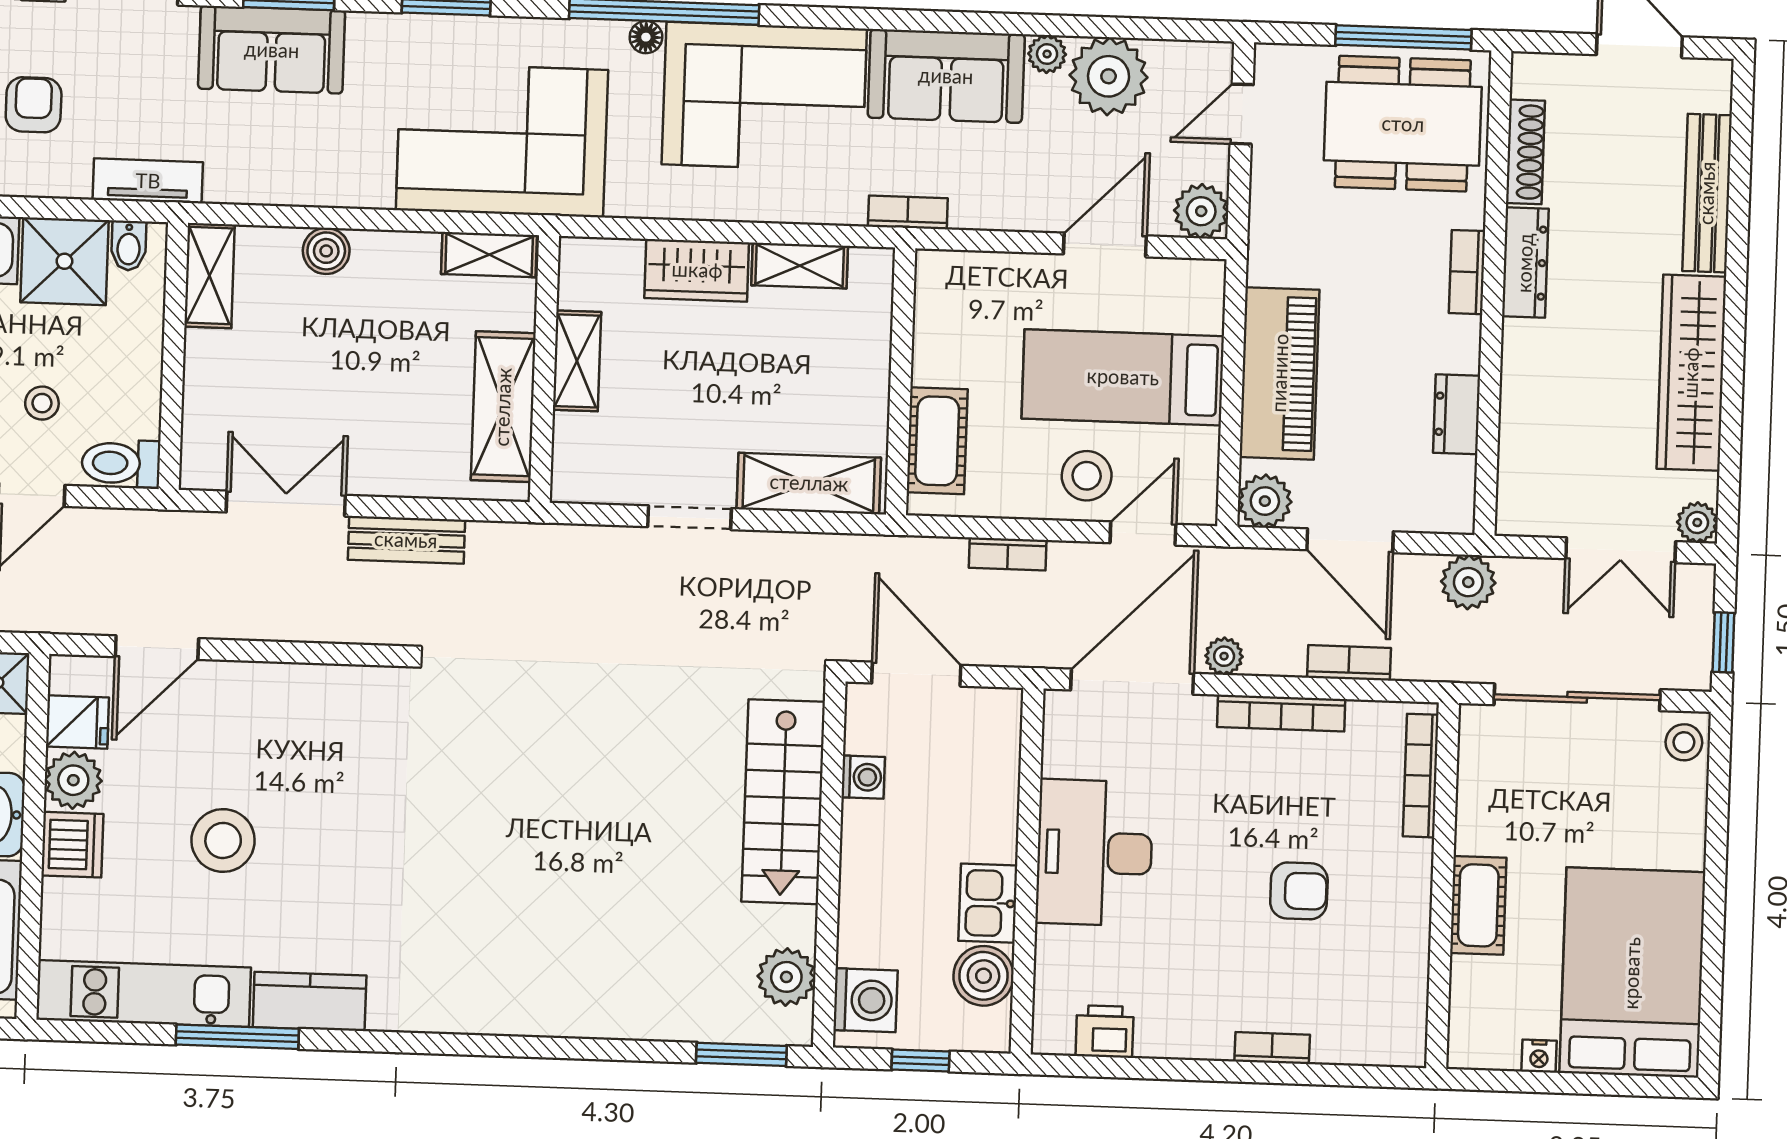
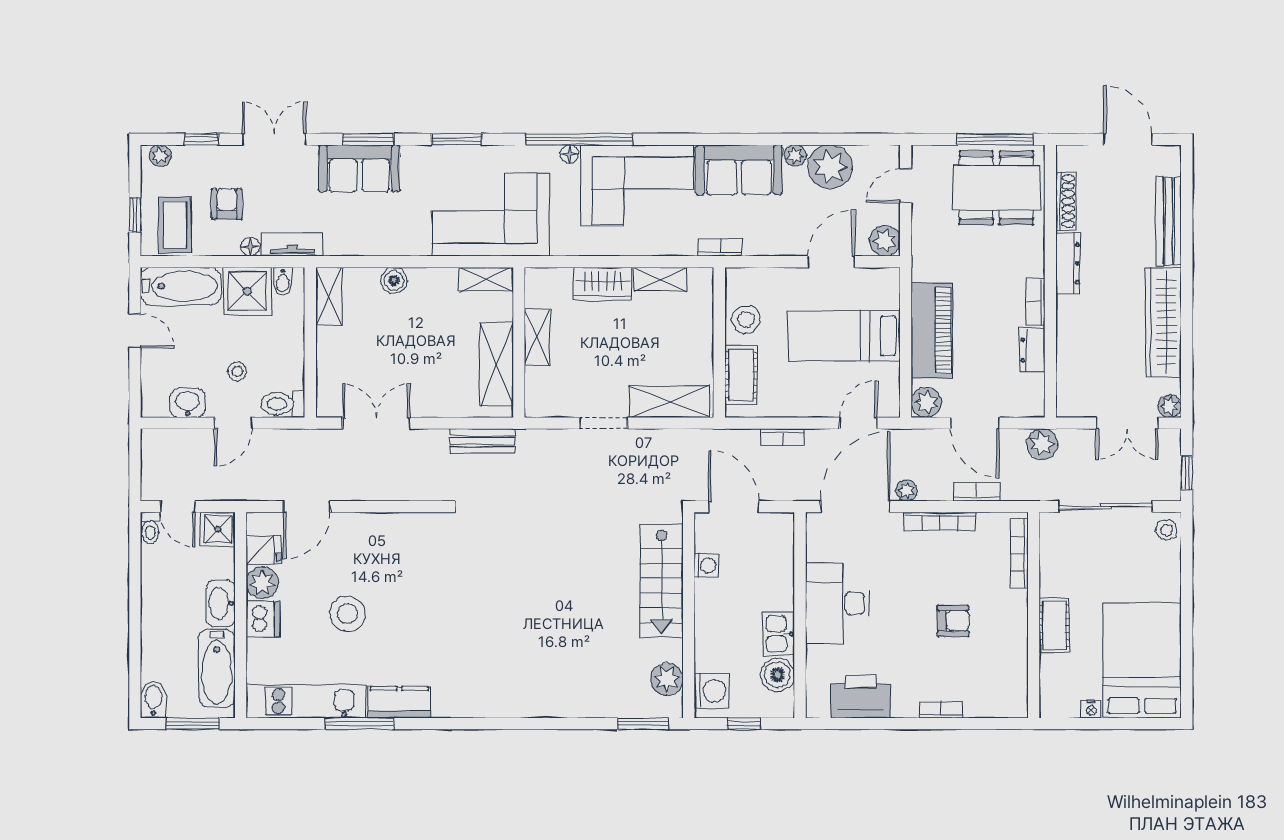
floor lamp: (73, 182) -> (250, 247), added
bookcase: (1467, 272) -> (1035, 302), moved
stool: (1087, 476) -> (746, 319), moved
bench: (406, 540) -> (482, 441), moved
printer: (1105, 1031) -> (860, 697), width x1.87, depth x1.48

